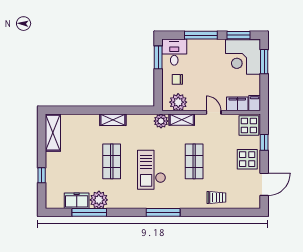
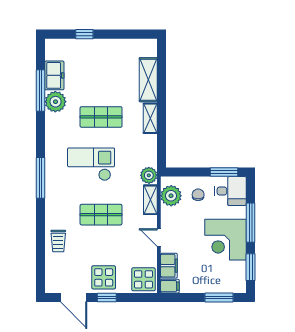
corner desk: (243, 57) -> (226, 240), moved, turned -90
door: (214, 112) -> (159, 238), swing flipped
shelving: (53, 133) -> (148, 80), moved, turned 90
window: (264, 142) -> (107, 298), moved

